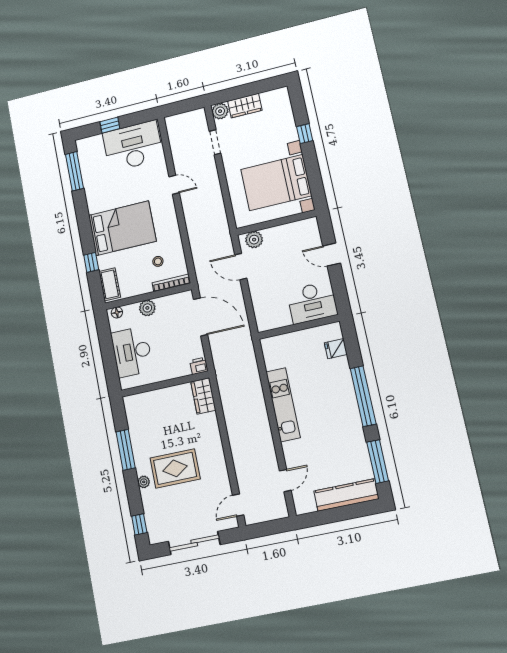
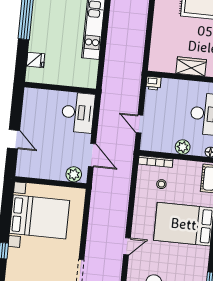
door: (174, 185) -> (127, 246), swing flipped
desk: (312, 302) -> (78, 112), moved, turned 90
door: (200, 317) -> (139, 124), width x0.53
wardrobe: (203, 396) -> (191, 67), moved, turned -90

